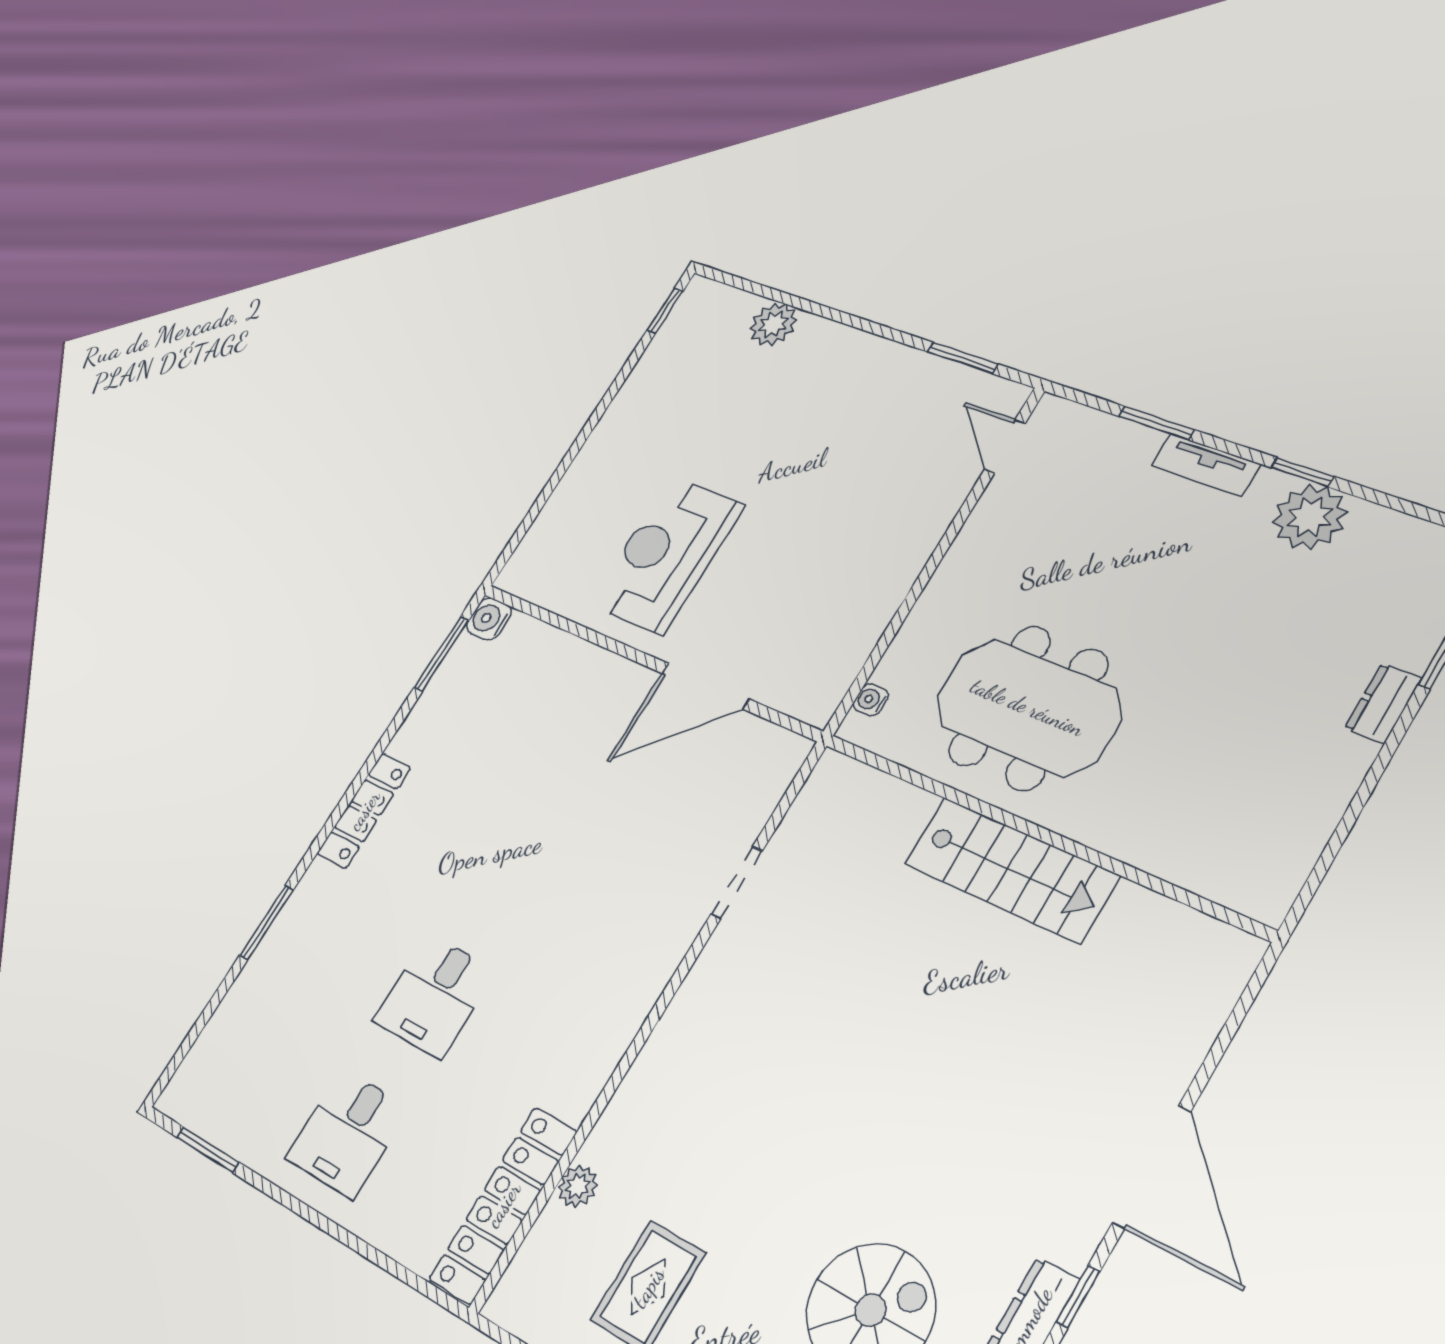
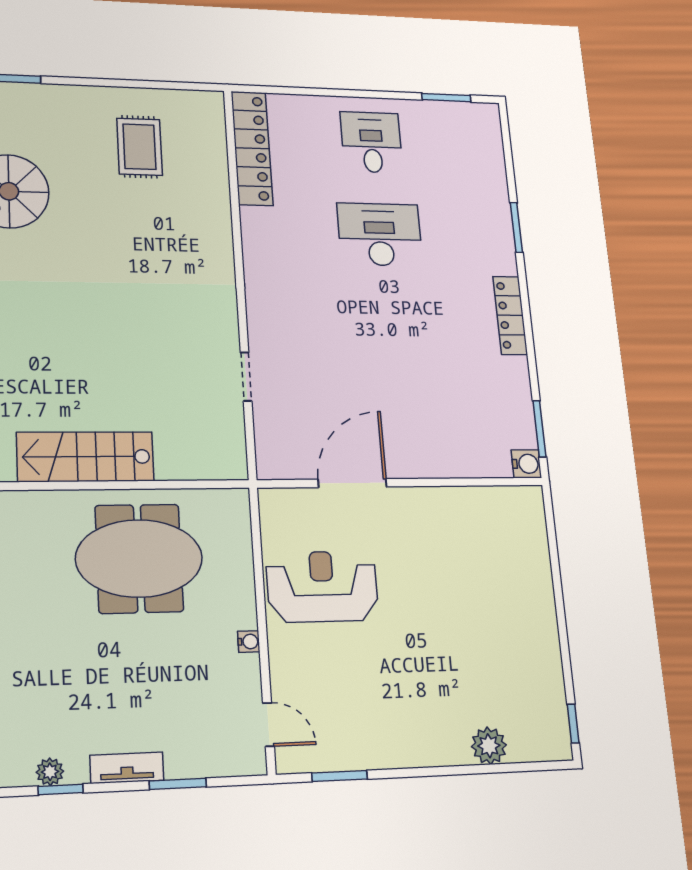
plant: (1310, 517) -> (50, 772), width x0.53, depth x0.53
reception desk: (667, 555) -> (322, 587), moved, turned -90
water cooler: (871, 700) -> (249, 642), moved
desk: (435, 996) -> (380, 234), width x1.37
plant: (578, 1186) -> (217, 176), removed

